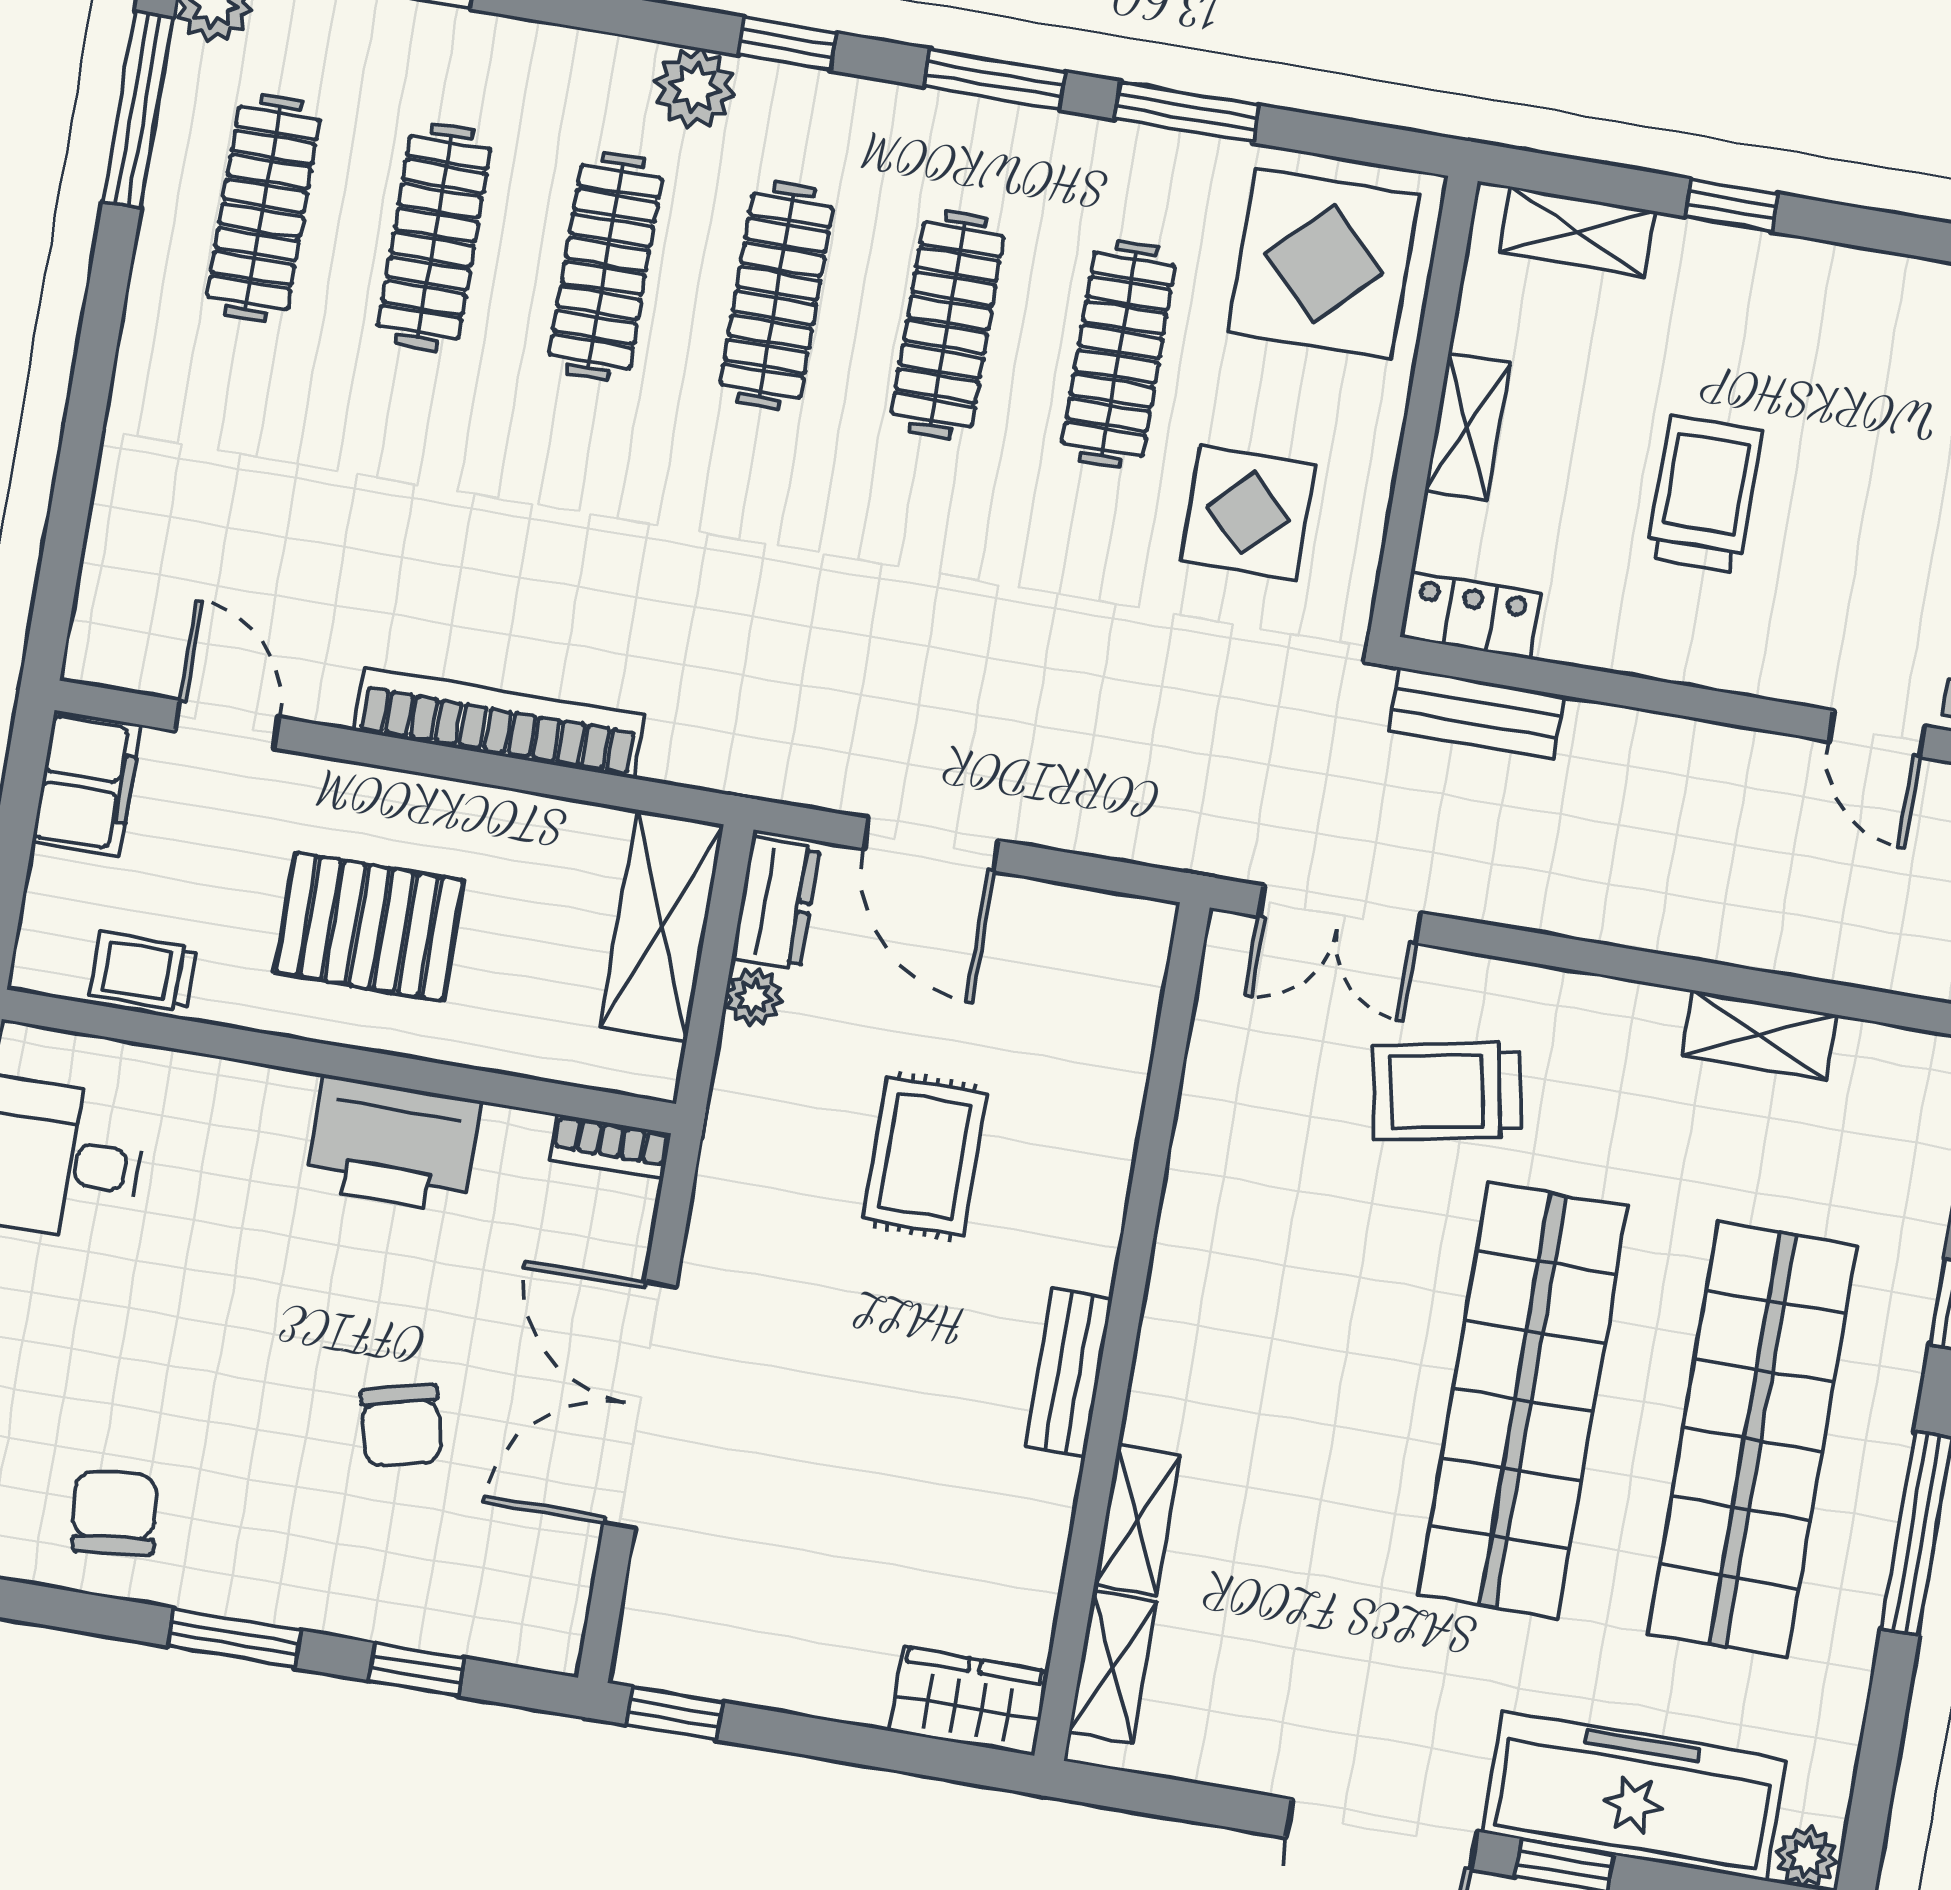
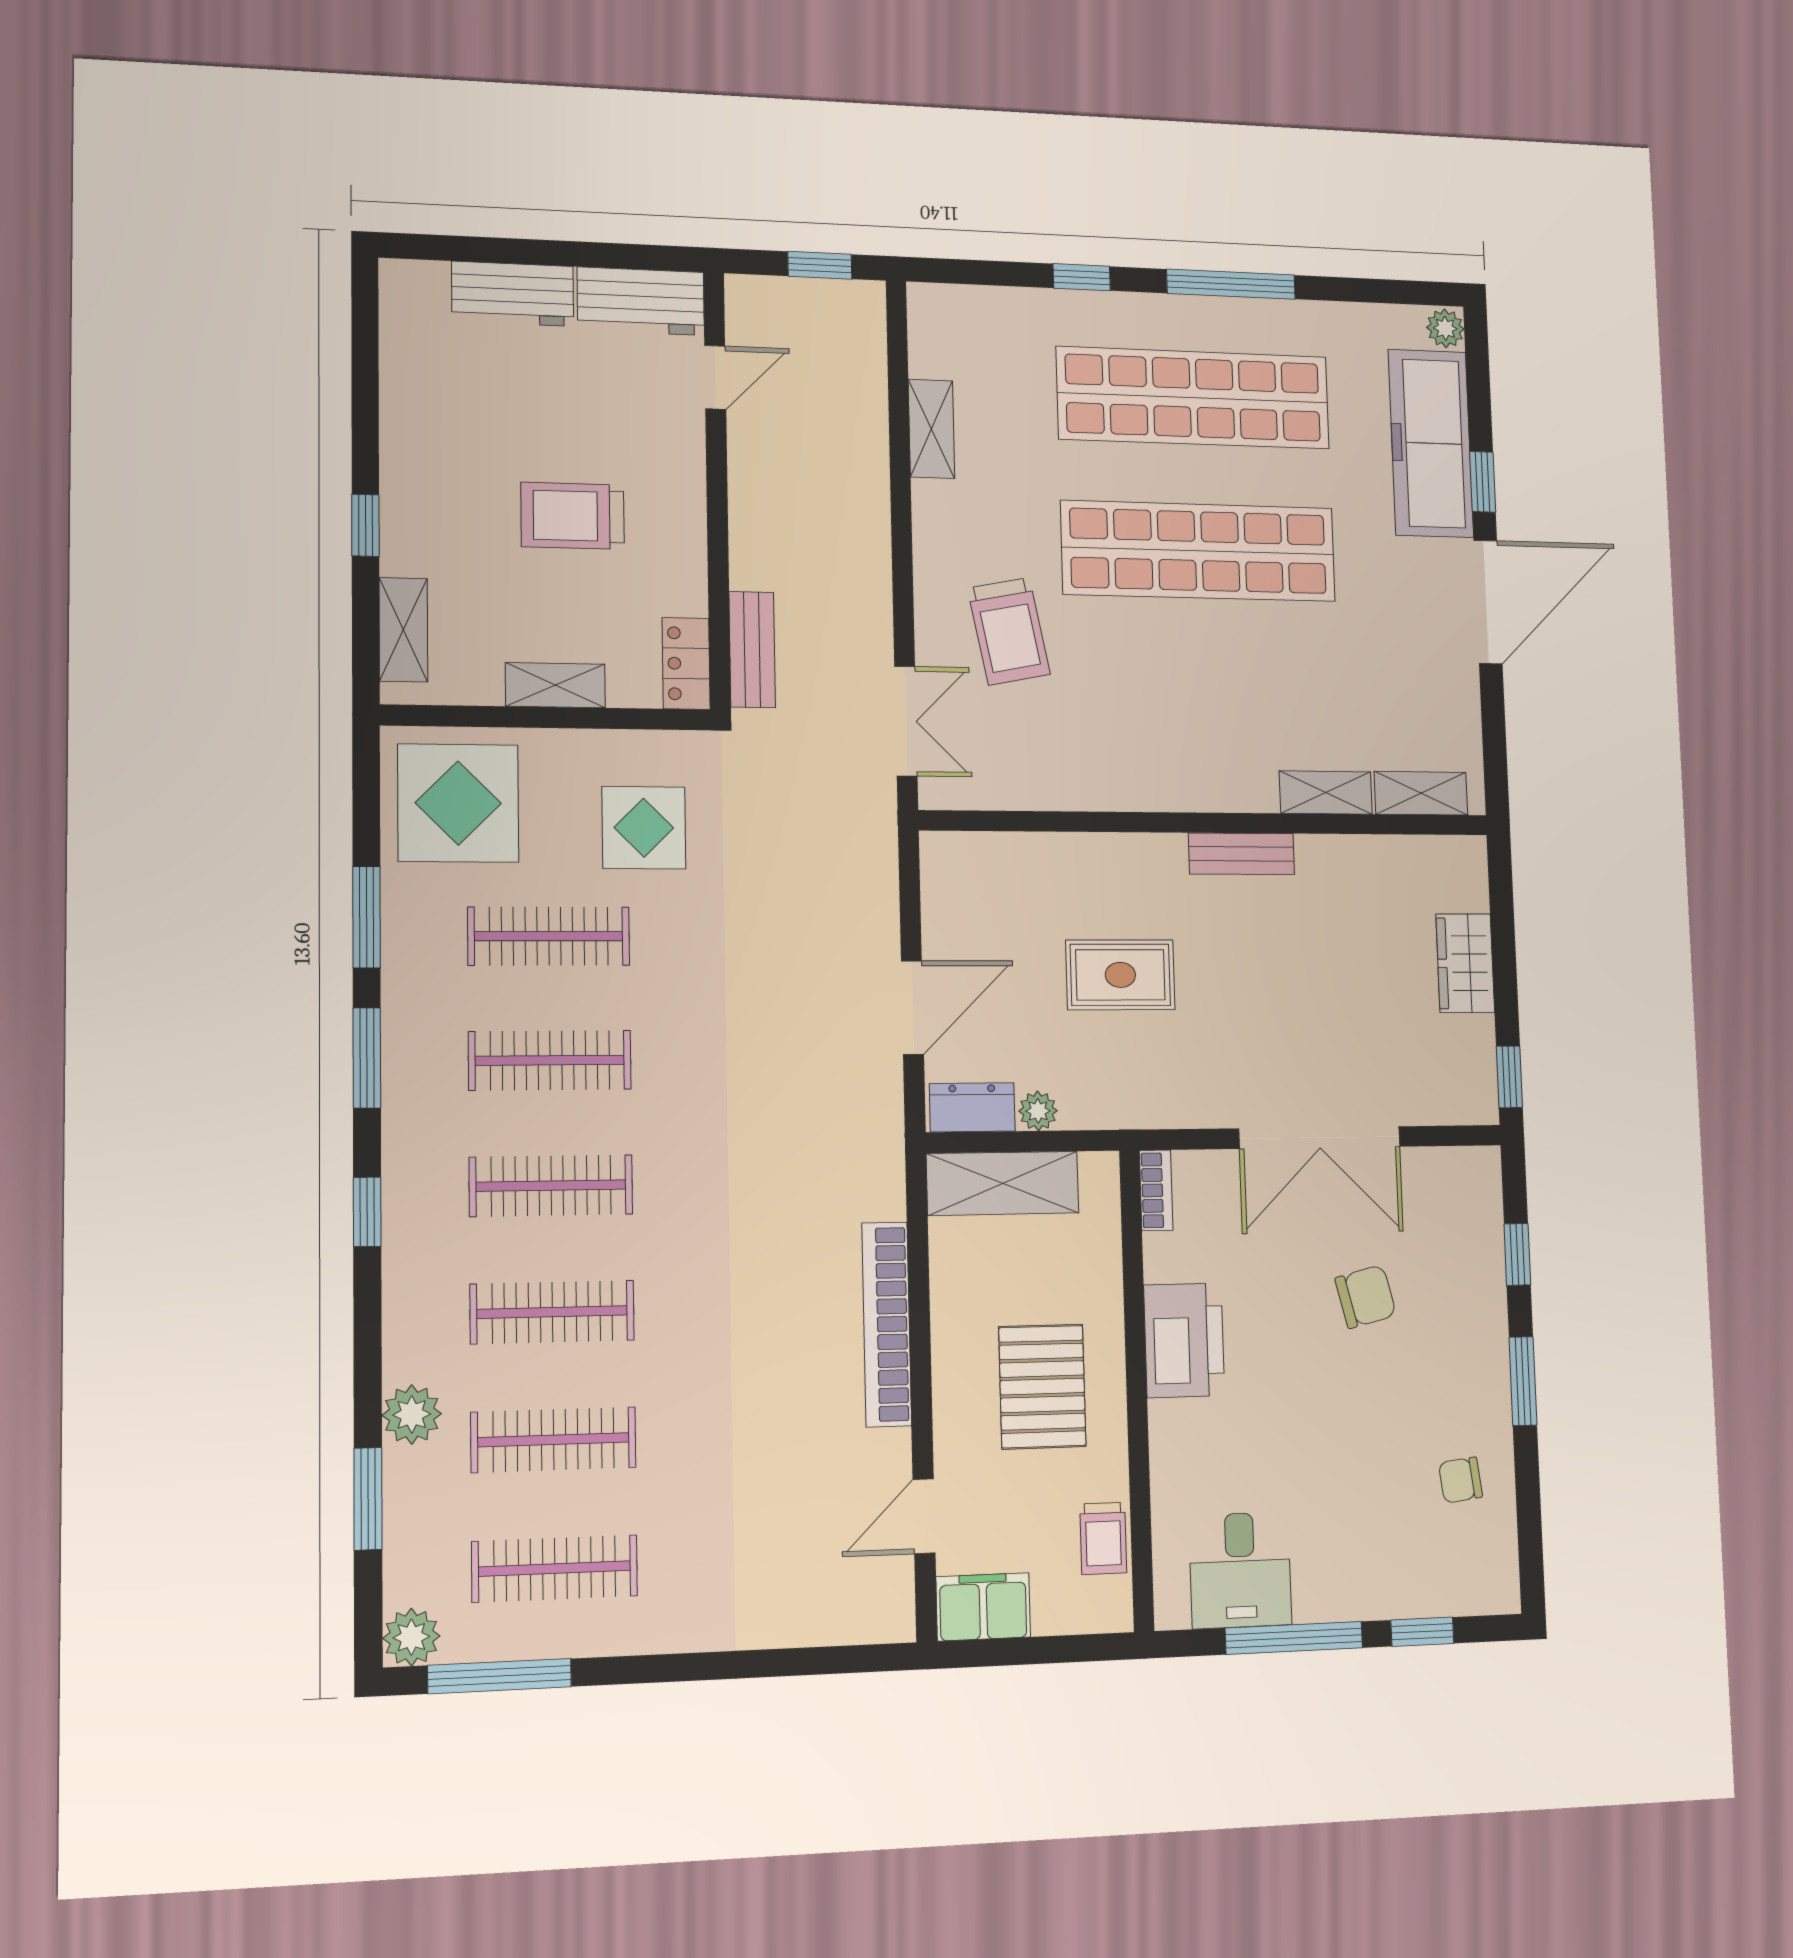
plant: (695, 88) -> (412, 1414), moved
chair: (115, 1513) -> (1461, 1480), width x0.73, depth x0.73
wardrobe: (969, 1701) -> (1465, 963), moved

